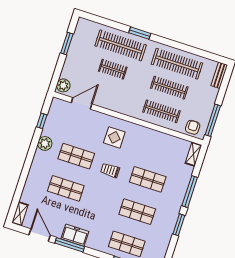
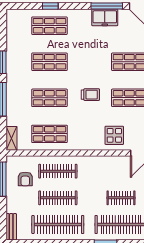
armchair: (193, 127) -> (25, 179), moved
display table: (114, 137) -> (114, 135), moved
shop shelf: (158, 147) -> (49, 134), added

